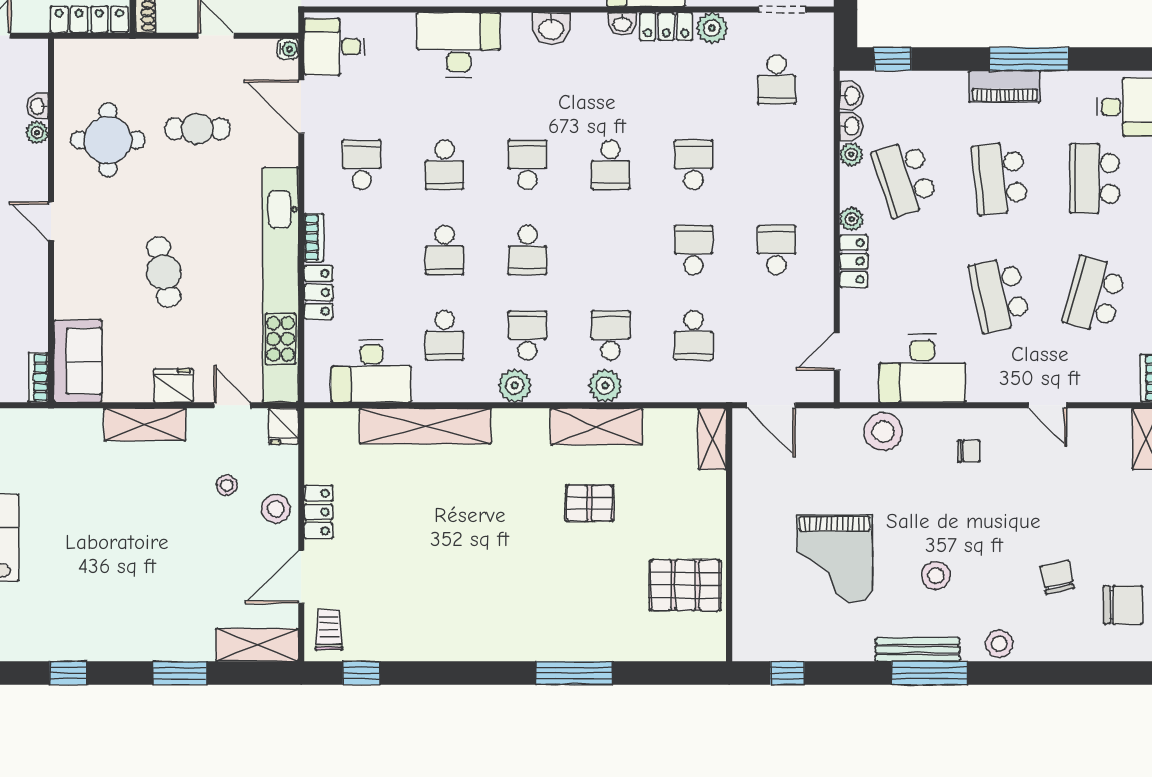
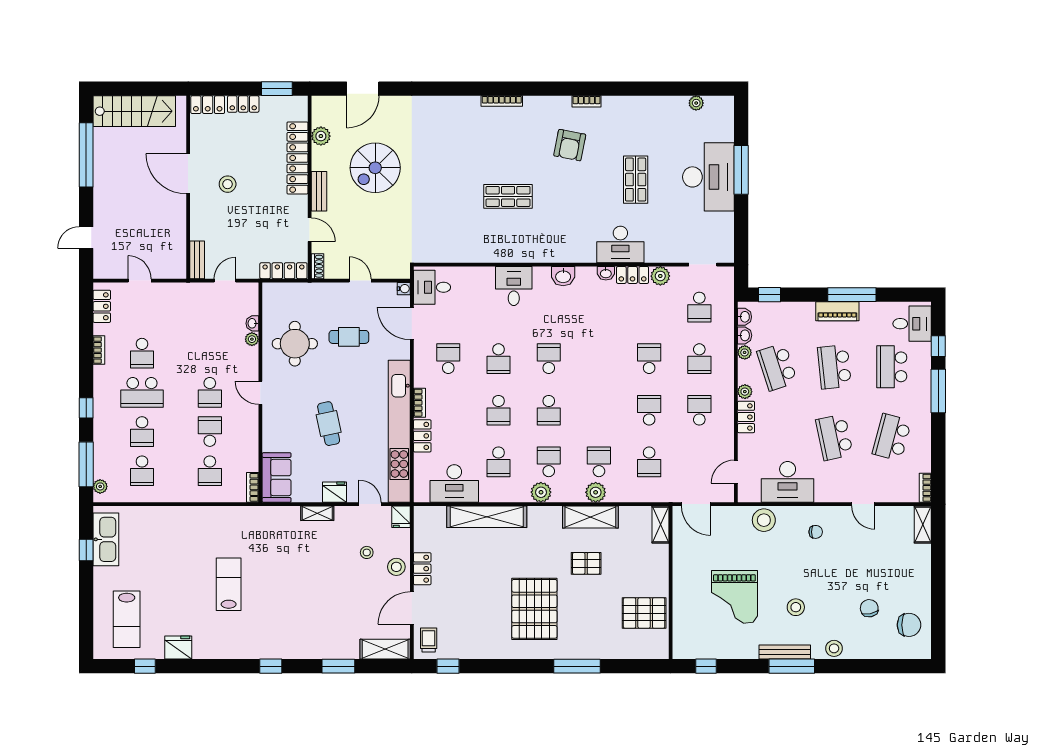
desk: (459, 45) -> (514, 286), width x0.73
school desk: (611, 165) -> (699, 359), moved
shelving: (145, 425) -> (317, 513), width x0.67, depth x0.75
pallet: (504, 578) -> (534, 609), added

